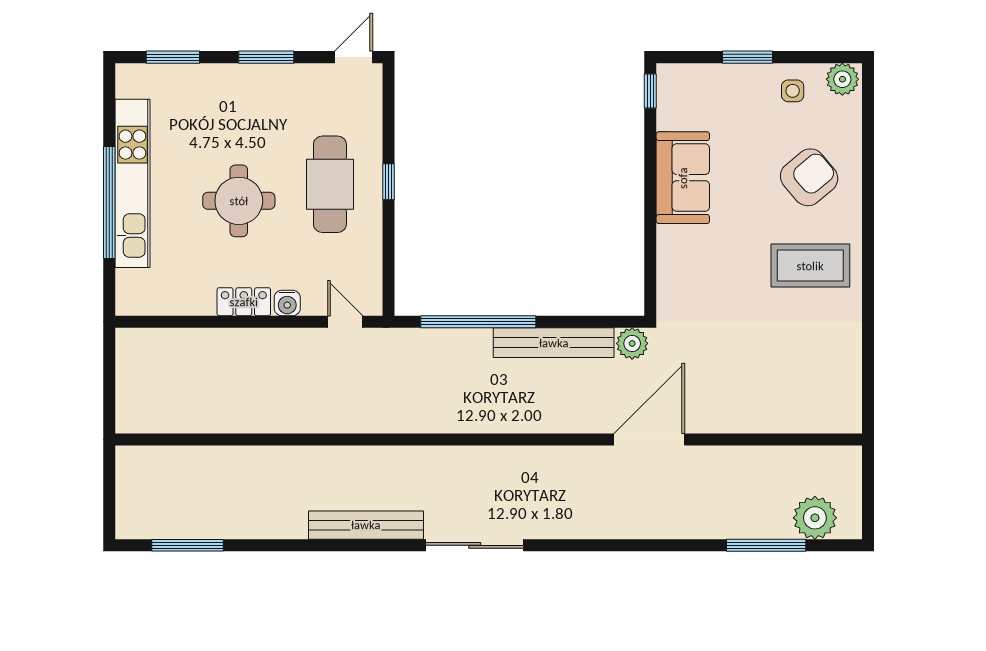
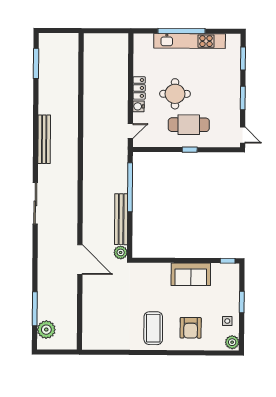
armchair: (809, 177) -> (191, 328), turned 40
round table: (239, 201) -> (175, 94), moved
sliding door: (475, 545) -> (35, 203), moved

